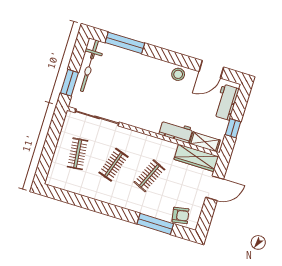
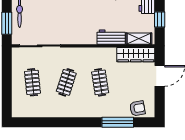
clothes rail: (149, 176) -> (100, 82), turned -33

